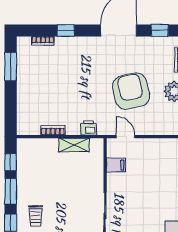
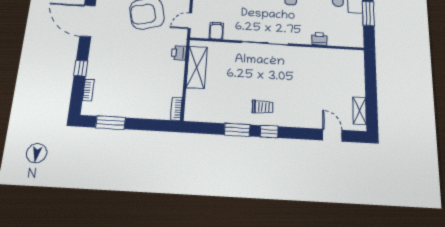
bookcase: (53, 130) -> (177, 109), moved
shelving: (74, 145) -> (197, 67), width x1.50, depth x1.33
window: (11, 162) -> (208, 128), removed

